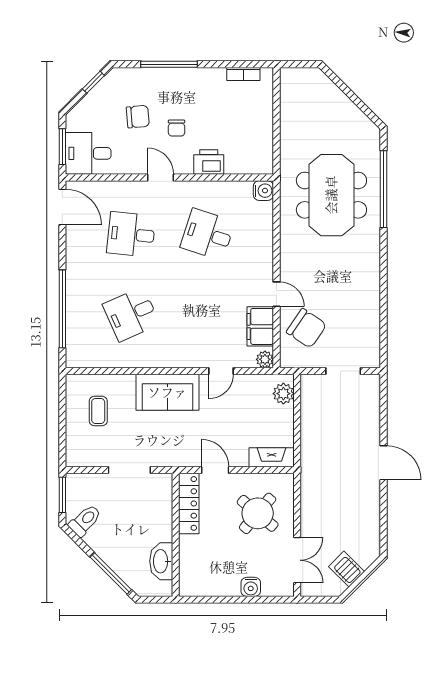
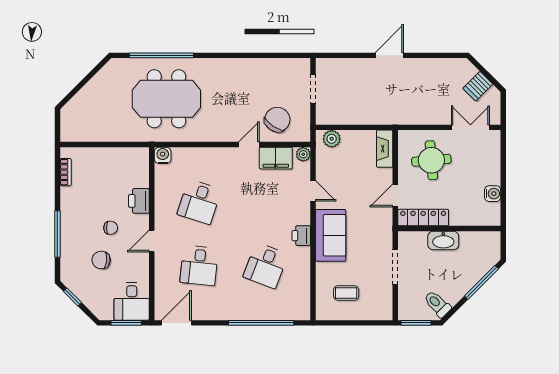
chair: (138, 117) -> (101, 260), turned -79
desk: (131, 314) -> (266, 266), turned 45
printer: (167, 357) -> (301, 236), added
round table: (258, 513) -> (431, 160), turned 45
washbasin: (161, 561) -> (443, 241), moved
water cooler: (251, 587) -> (493, 194), moved

